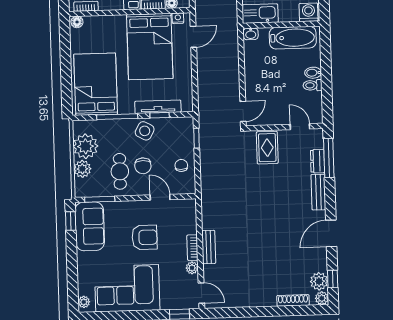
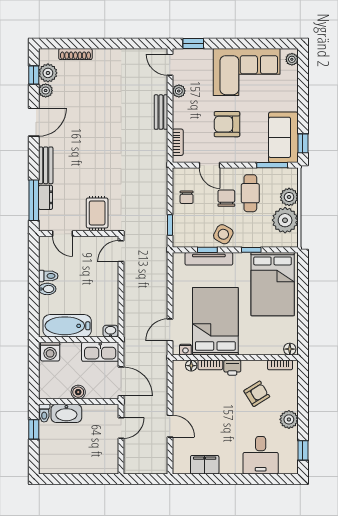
window: (117, 117) -> (251, 250), width x0.46
bookcase: (192, 248) -> (178, 142), moved
plant: (322, 298) -> (46, 90), moved

